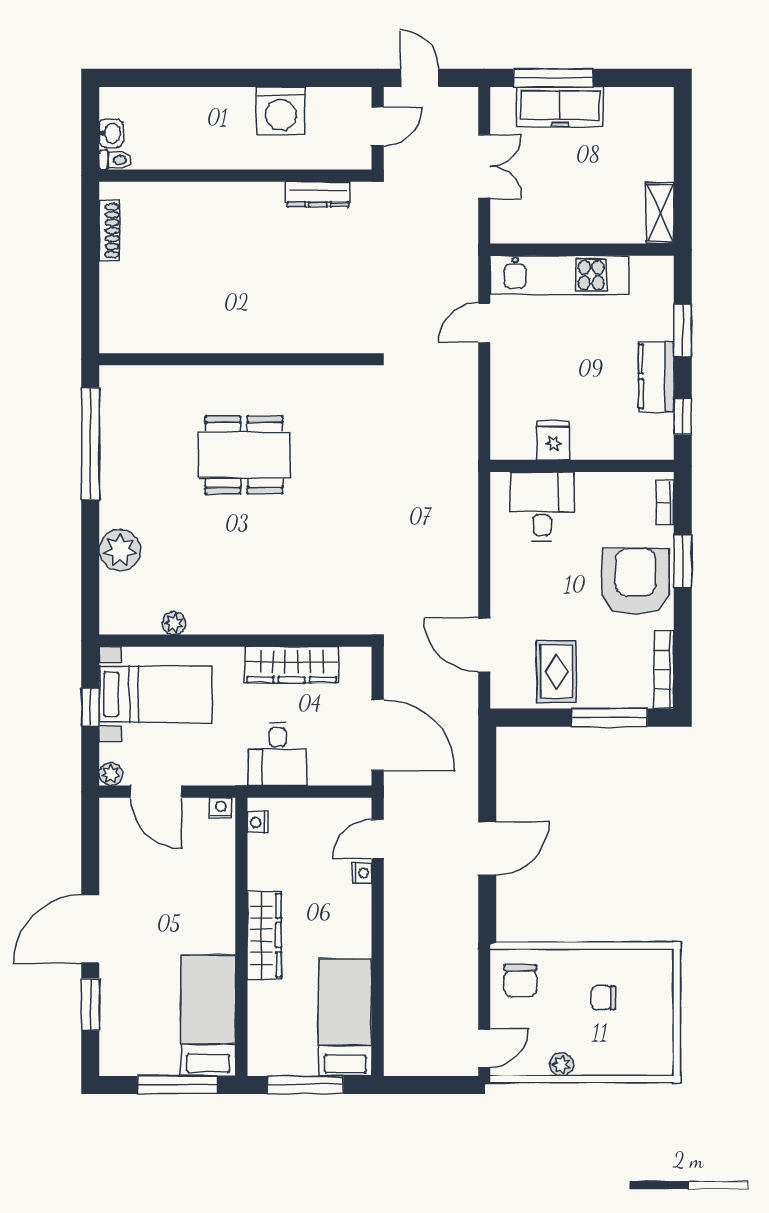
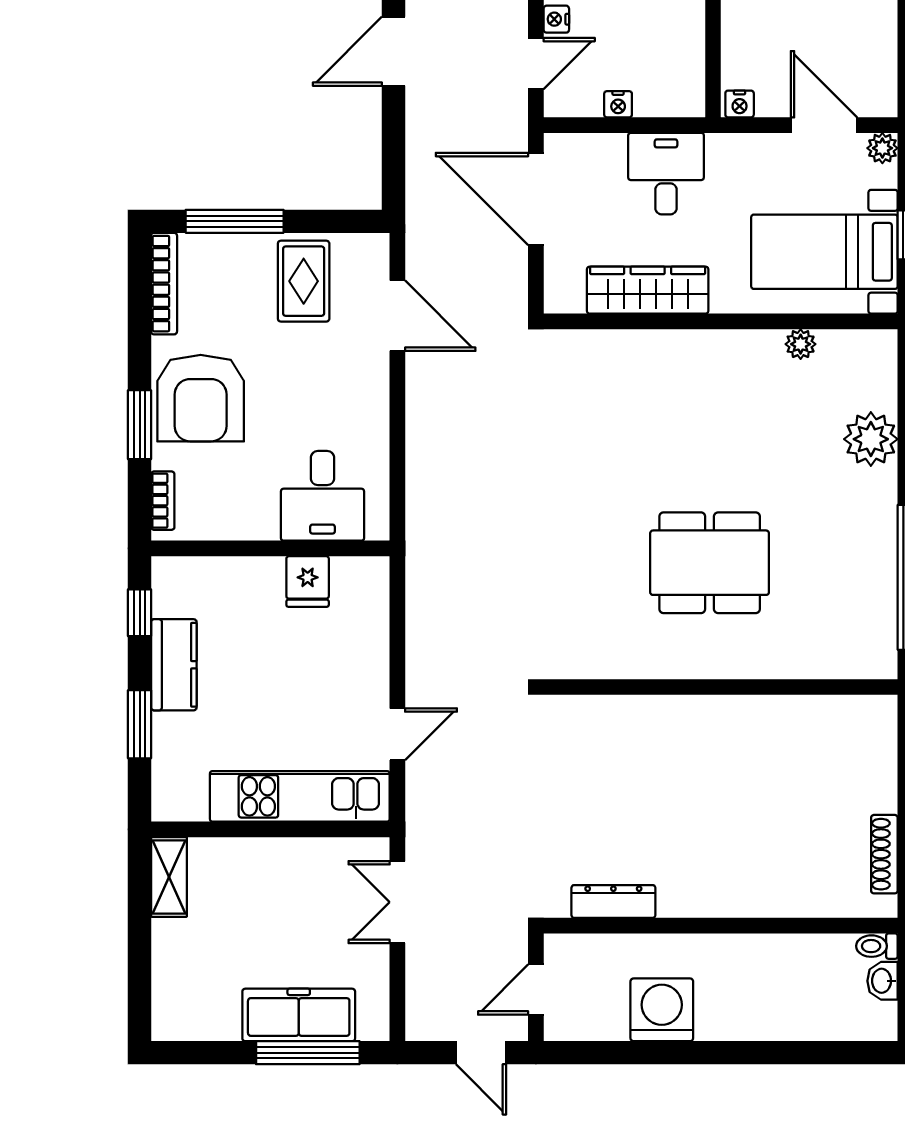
double door: (484, 166) -> (397, 902), moved
nightstand: (257, 822) -> (618, 104), moved, turned 90

